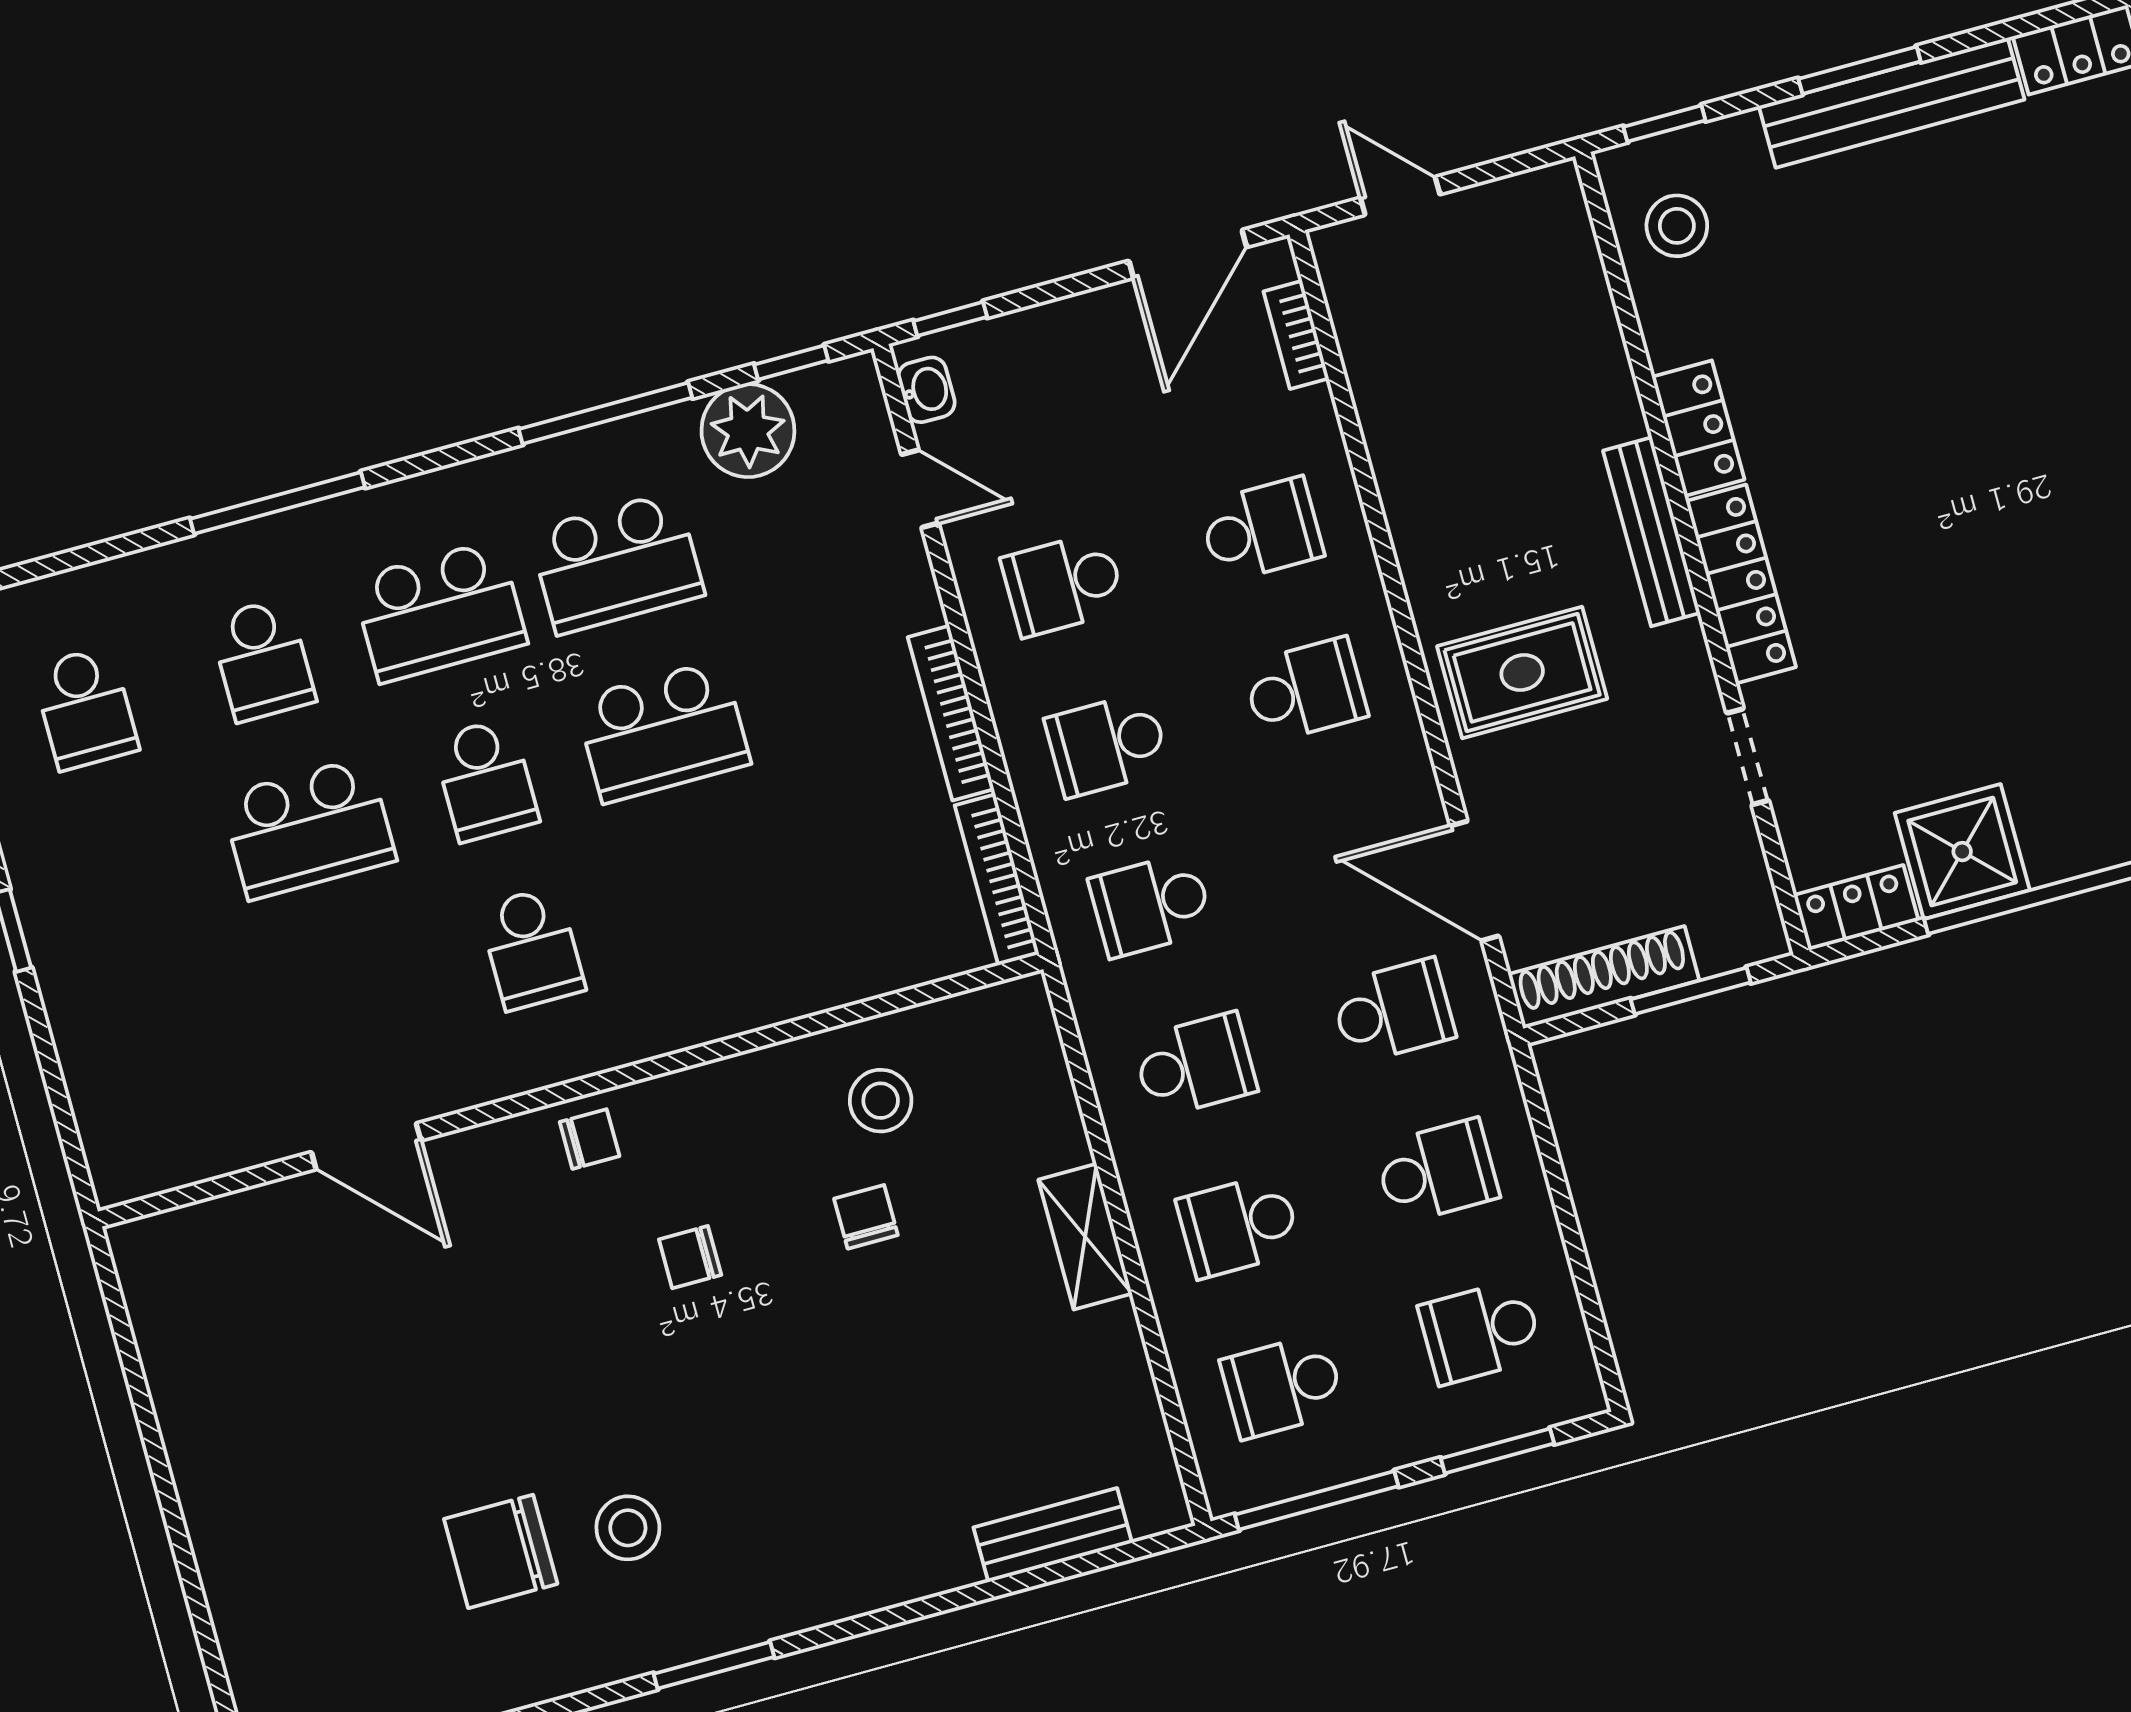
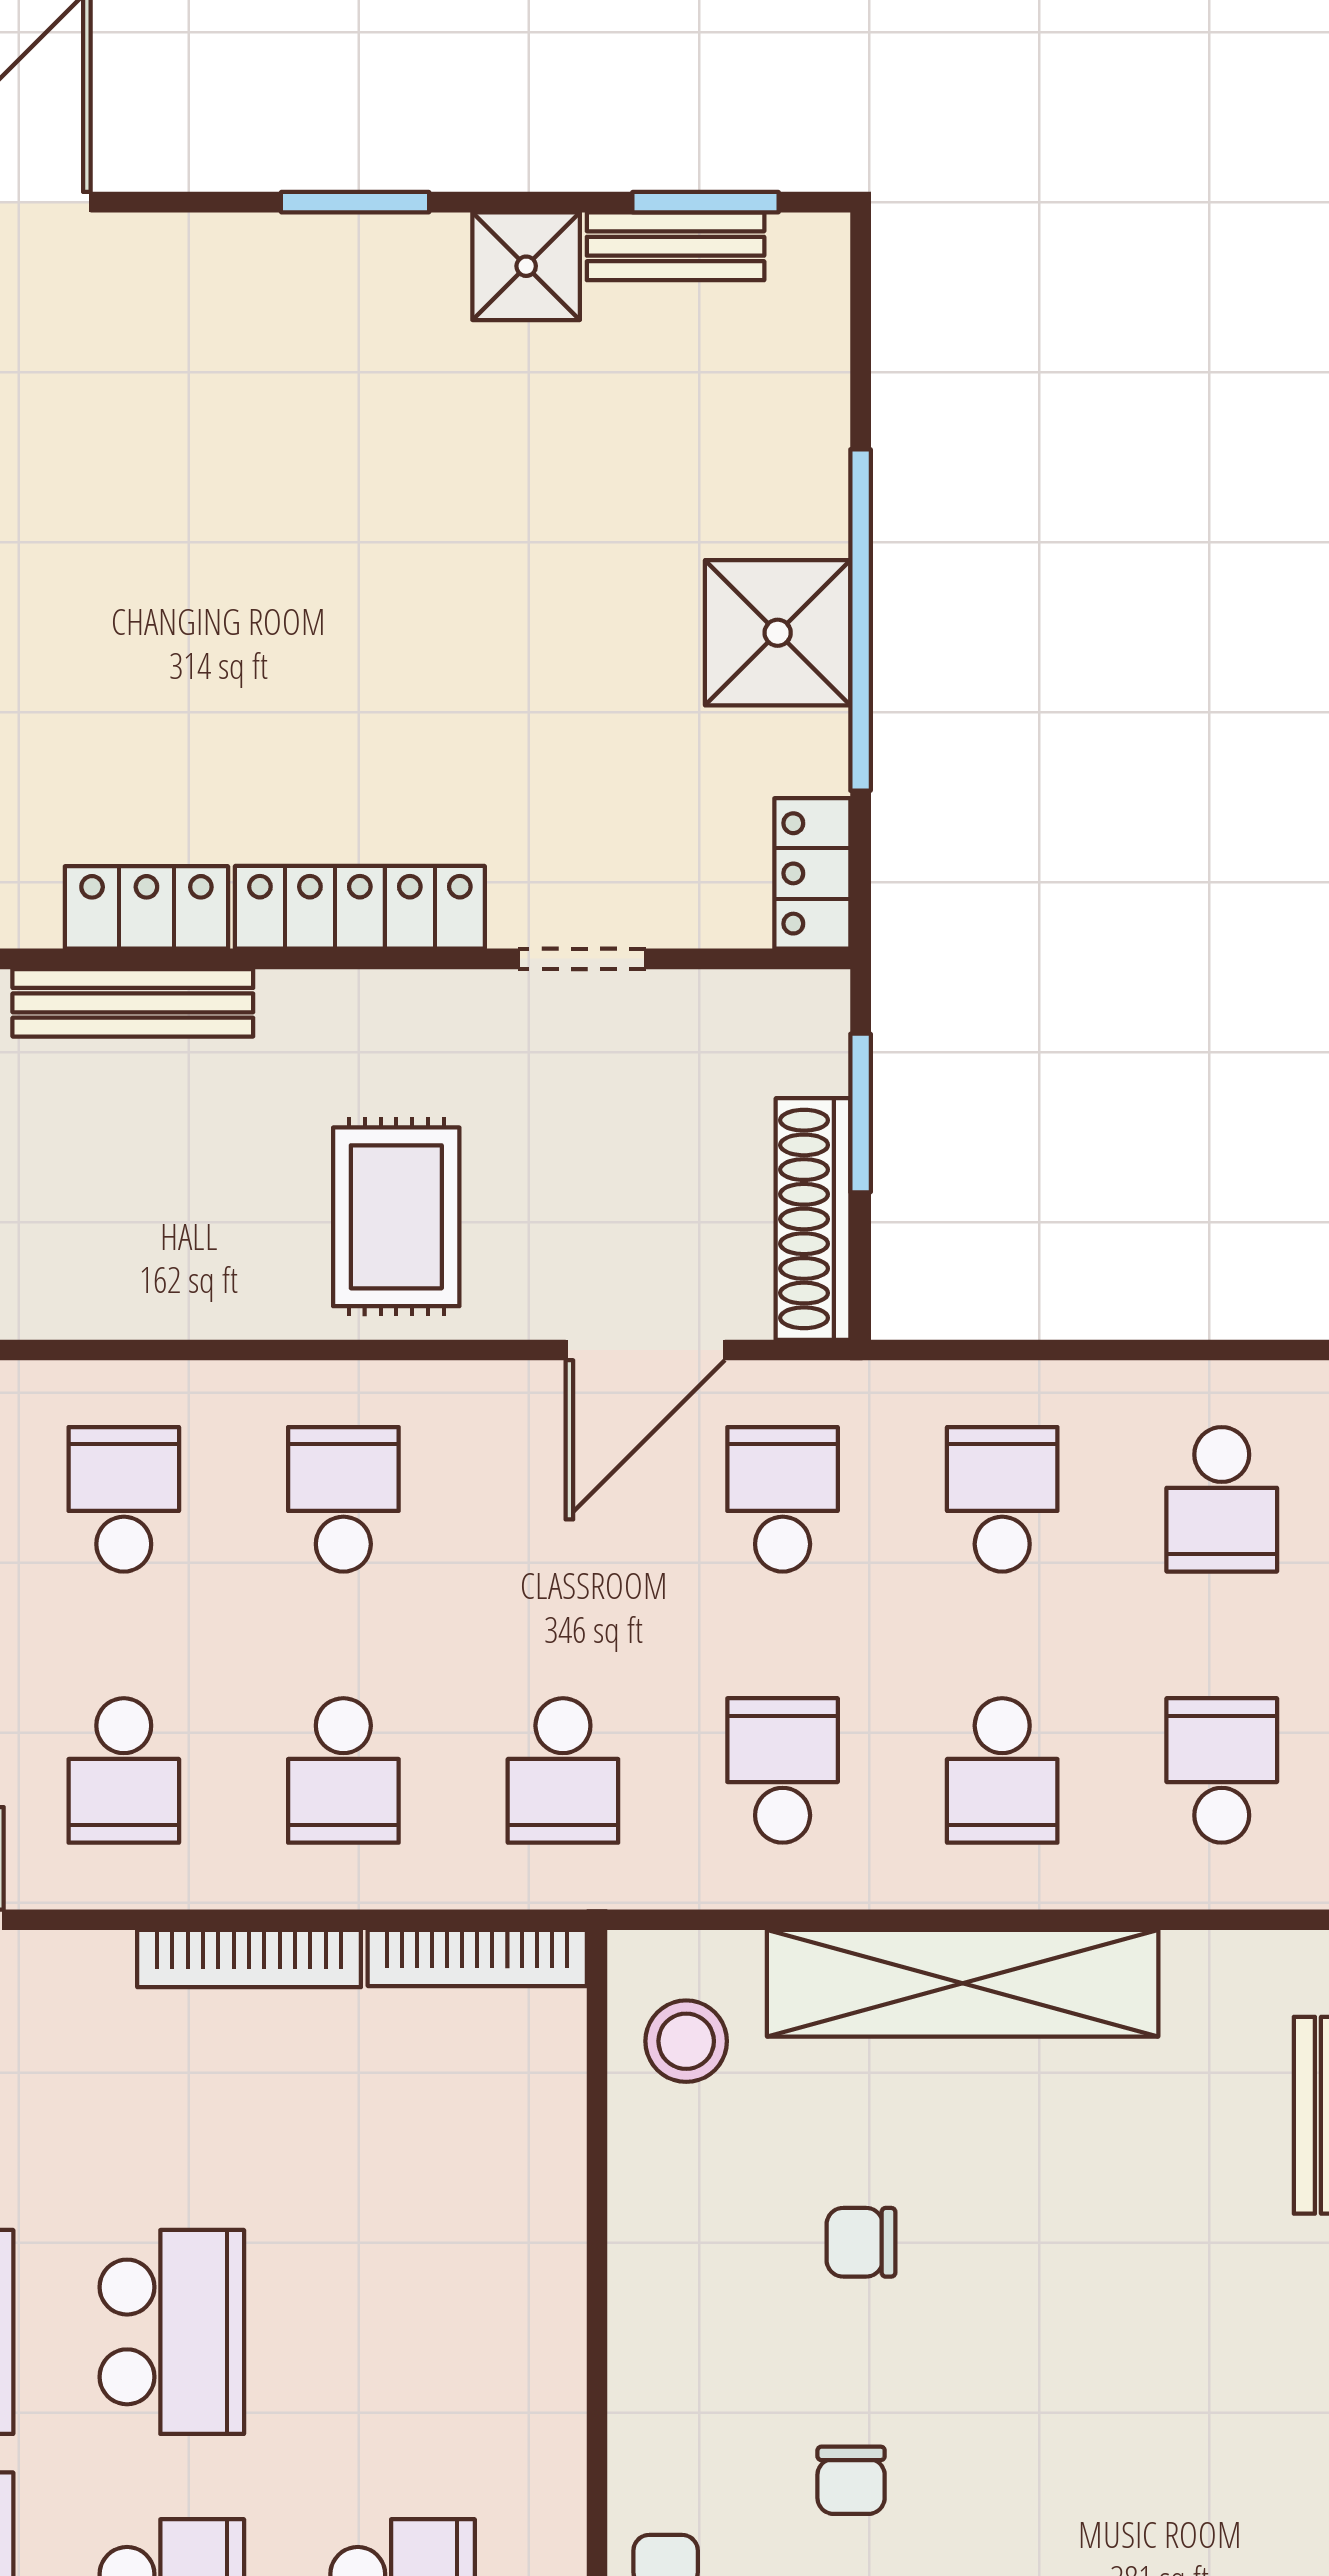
bench: (1652, 532) -> (133, 1003), moved
shower: (1962, 852) -> (778, 633), moved
stool: (881, 1101) -> (686, 2041), moved
shelving: (1085, 1237) -> (963, 1983), width x2.20, depth x1.33
school desk: (1283, 1386) -> (1222, 1770), turned 180

